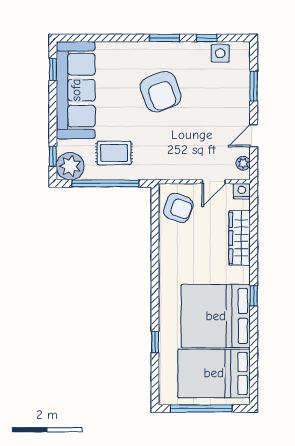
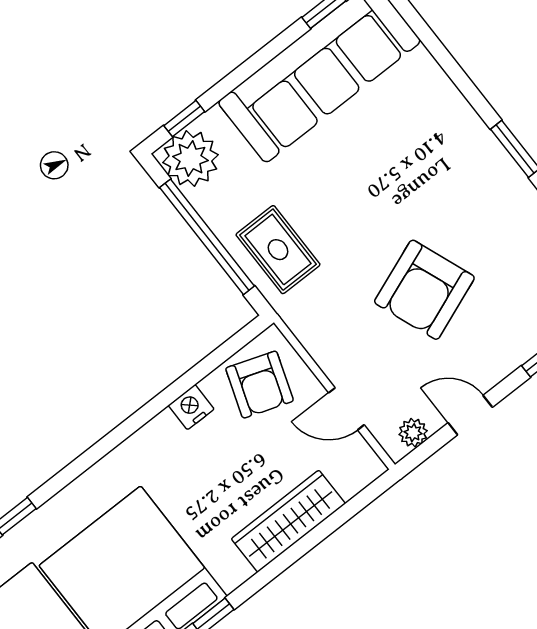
armchair: (161, 92) -> (424, 290), moved
rug: (114, 153) -> (278, 250), moved
nightstand: (242, 191) -> (191, 407), moved, turned -90

